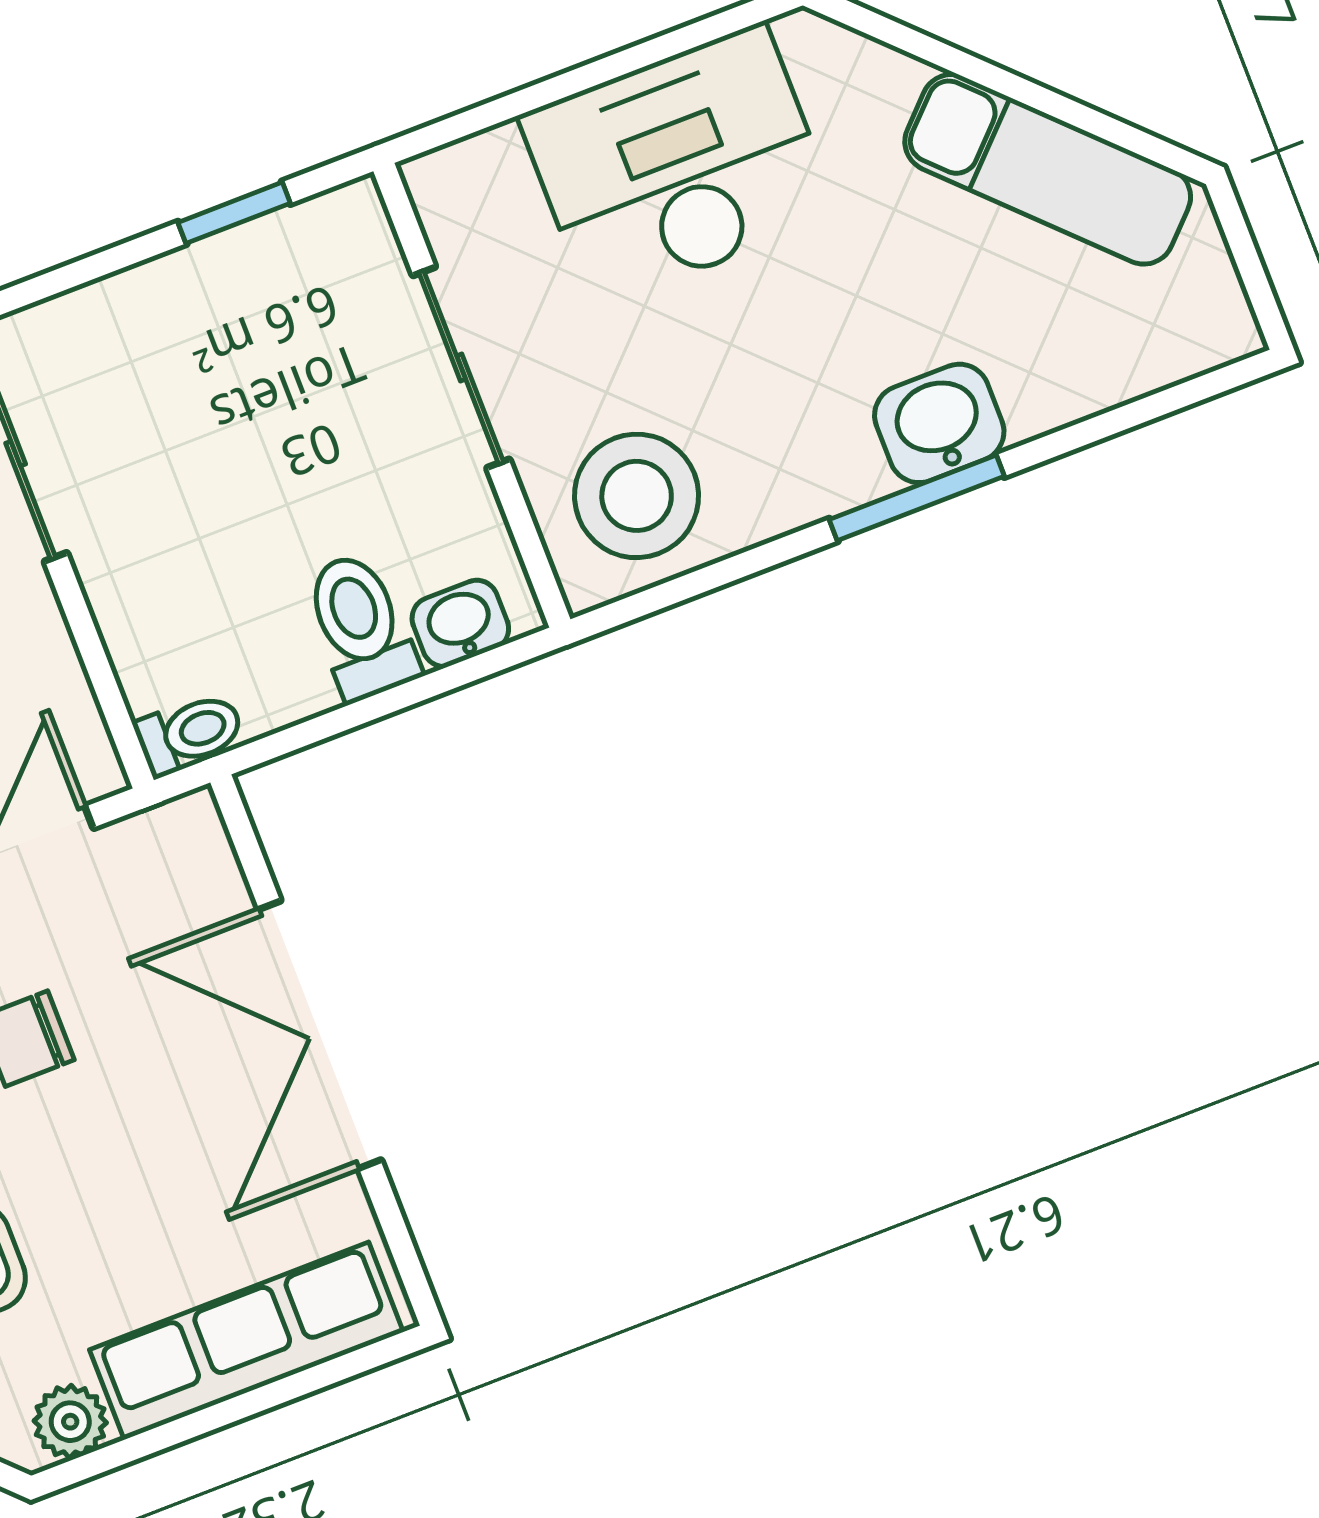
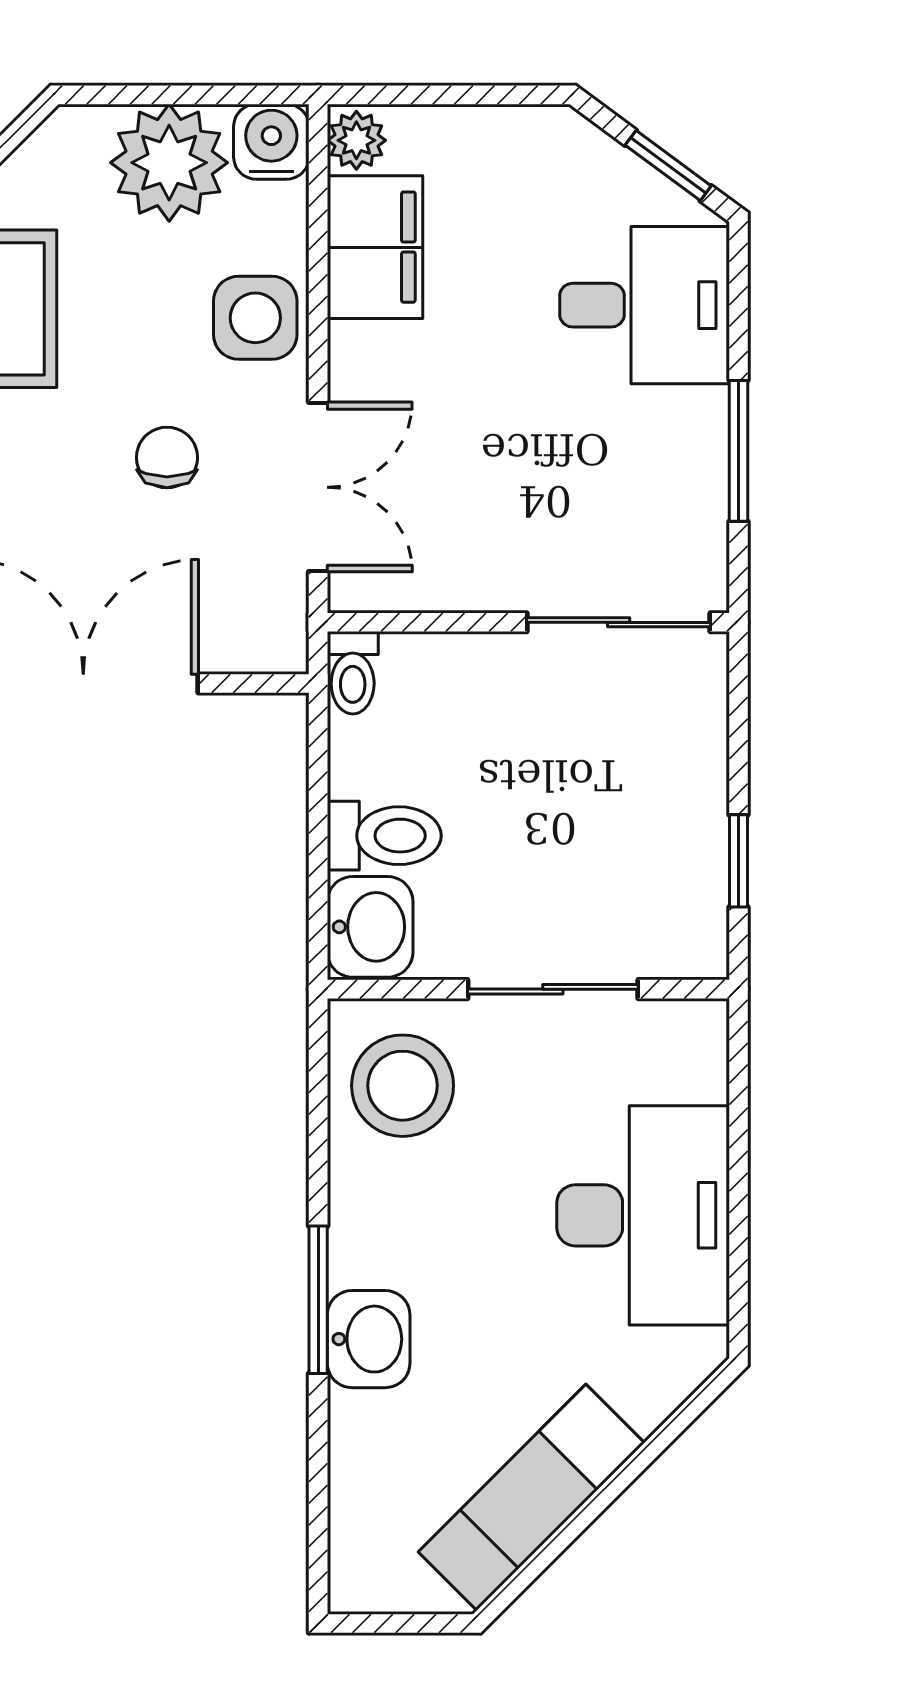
washbasin: (460, 623) -> (370, 927), width x1.38, depth x1.45

